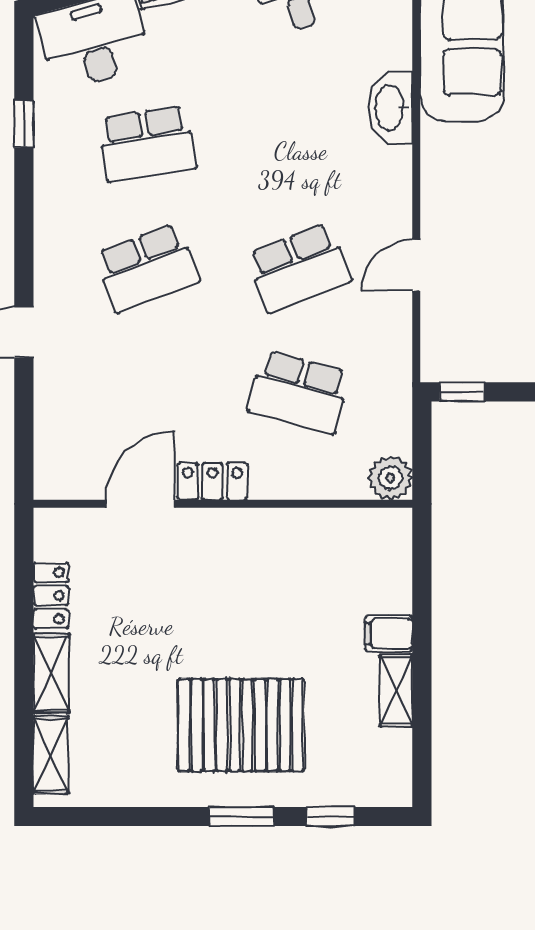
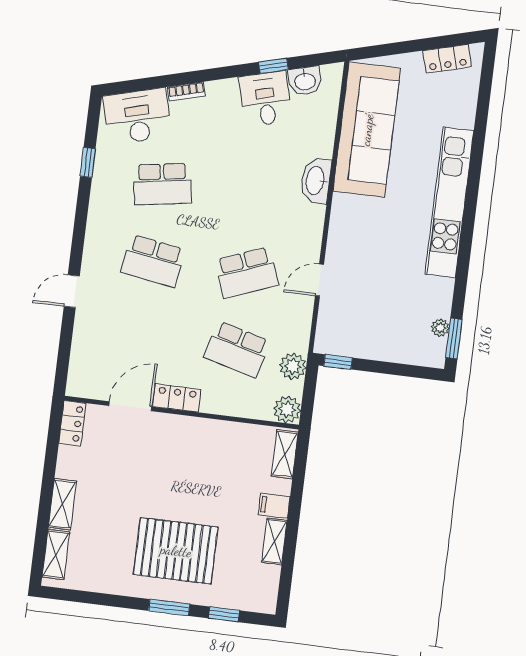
school desk: (147, 268) -> (153, 261), turned 30
plant: (391, 408) -> (293, 366), added
shelving: (395, 549) -> (285, 454), added
locker: (51, 596) -> (72, 423), moved

